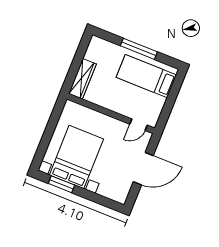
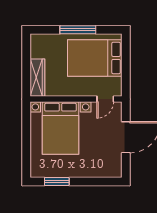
bed: (146, 76) -> (95, 58), width x1.50
bed with nightstands: (76, 157) -> (60, 128), moved, turned 180

